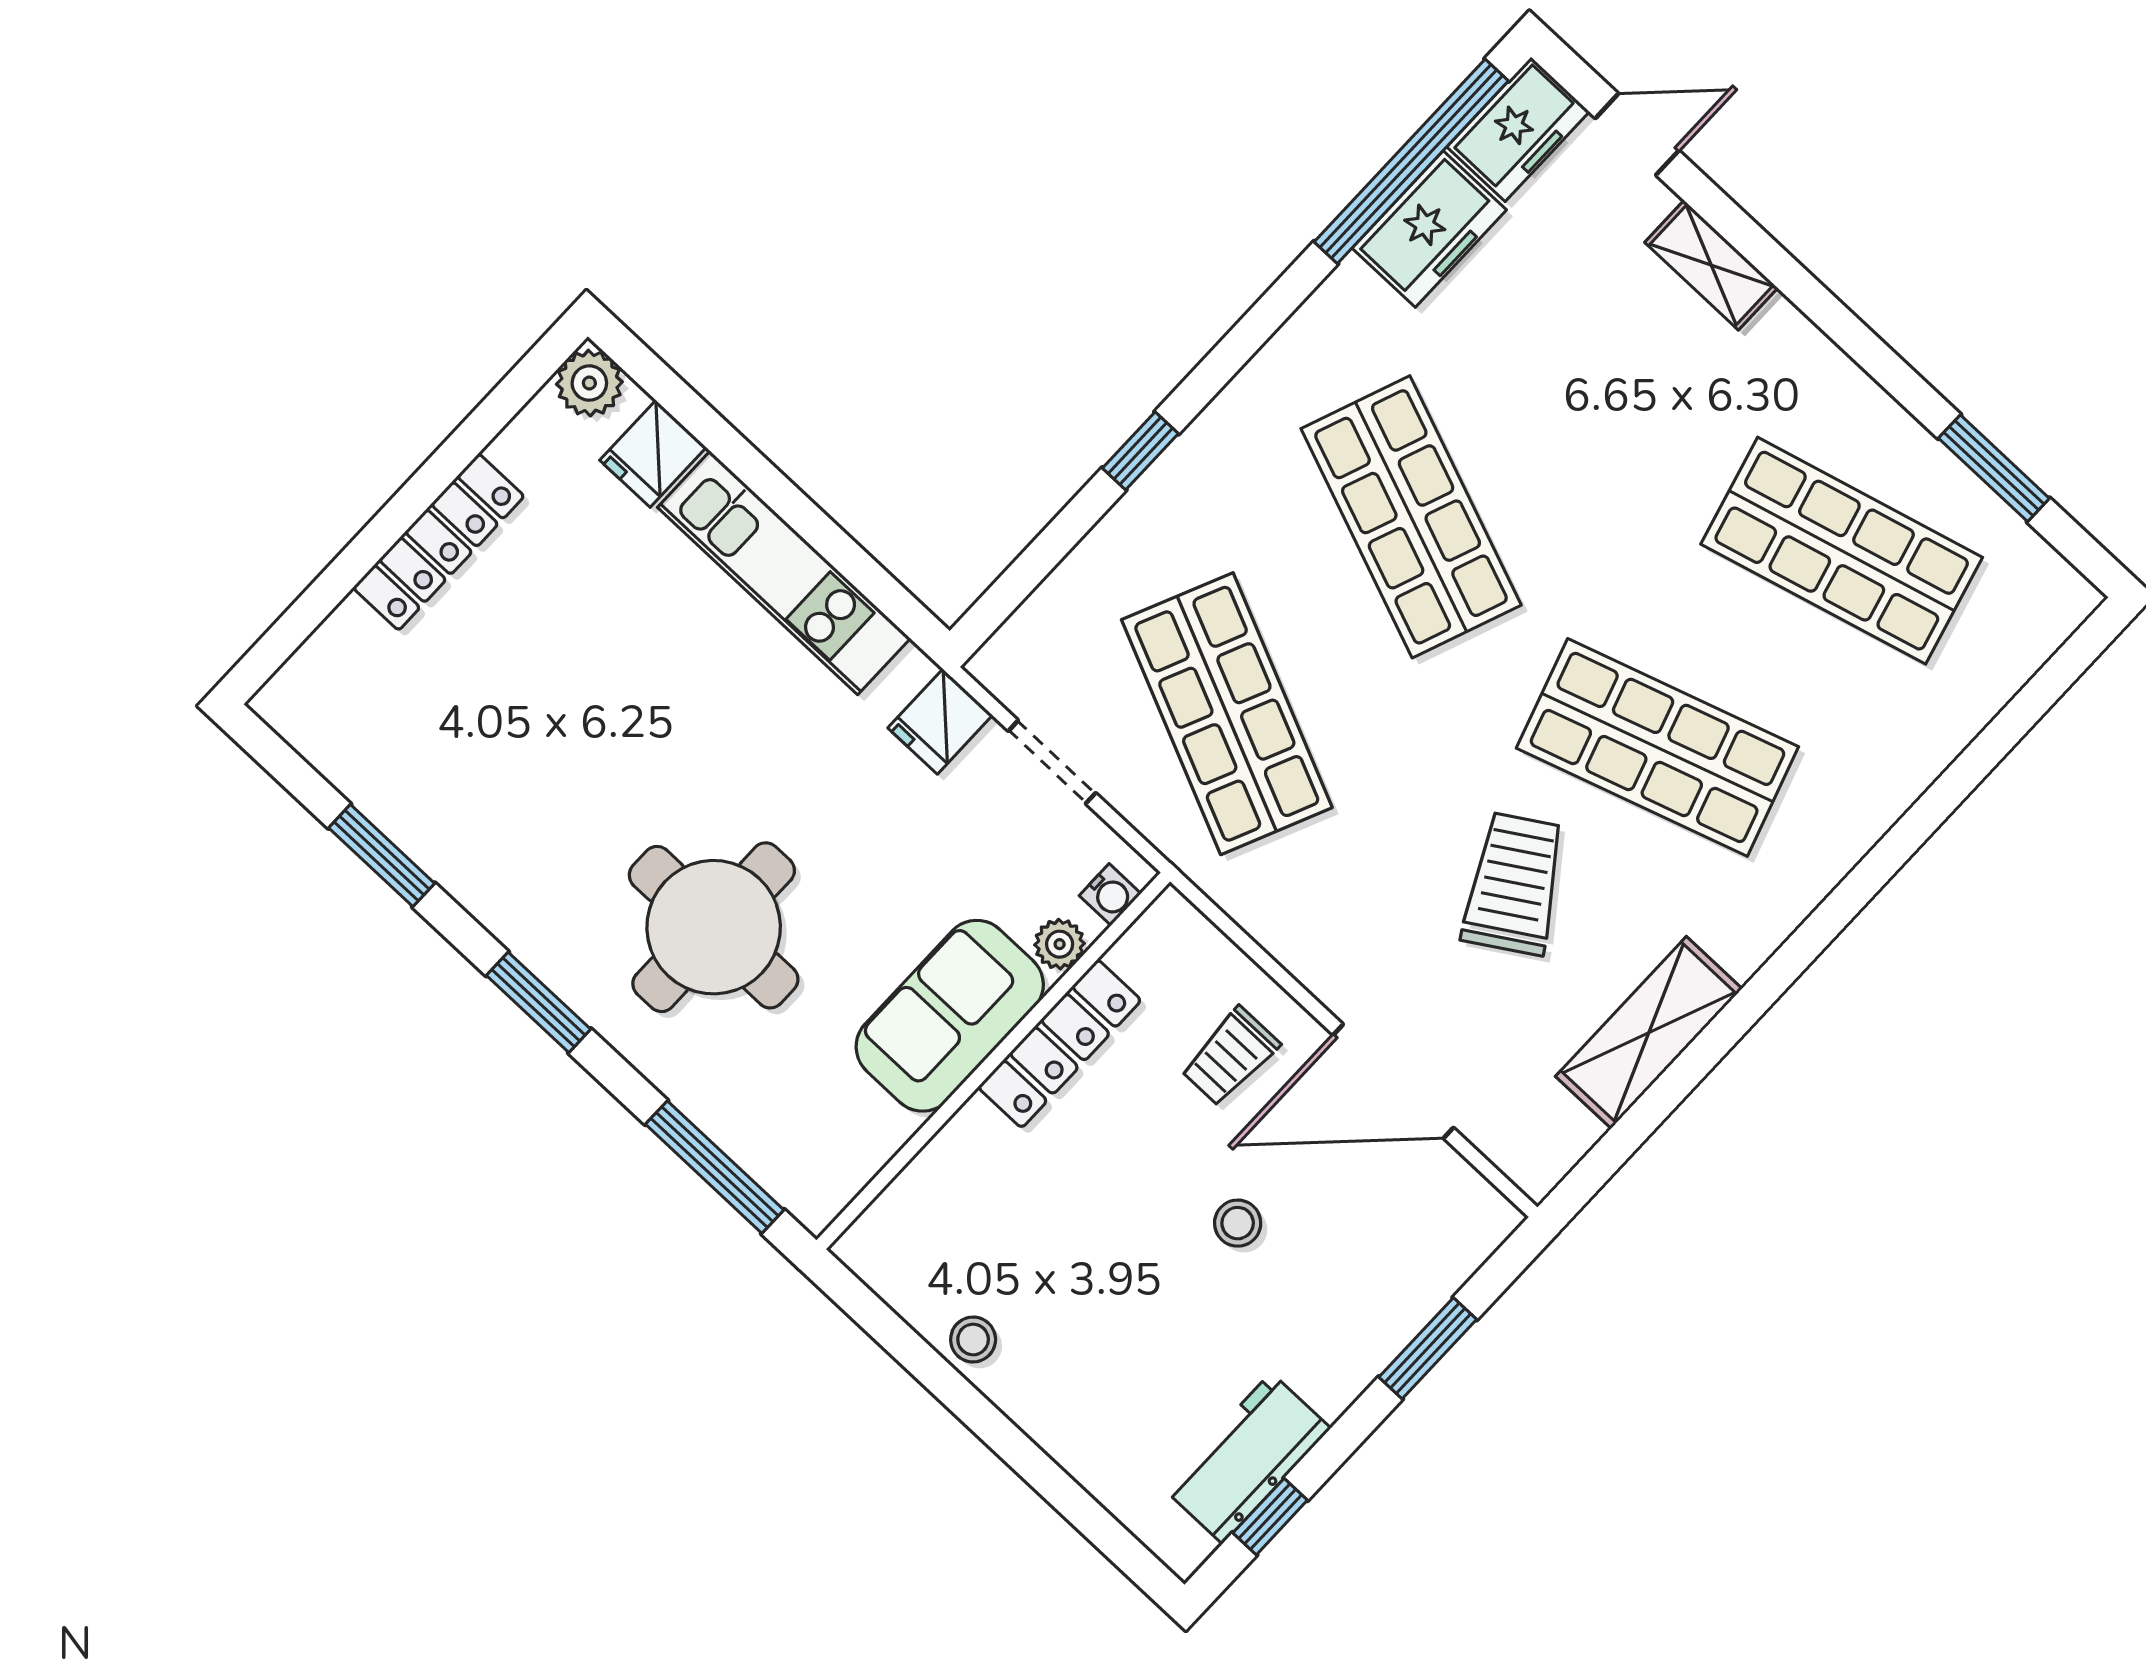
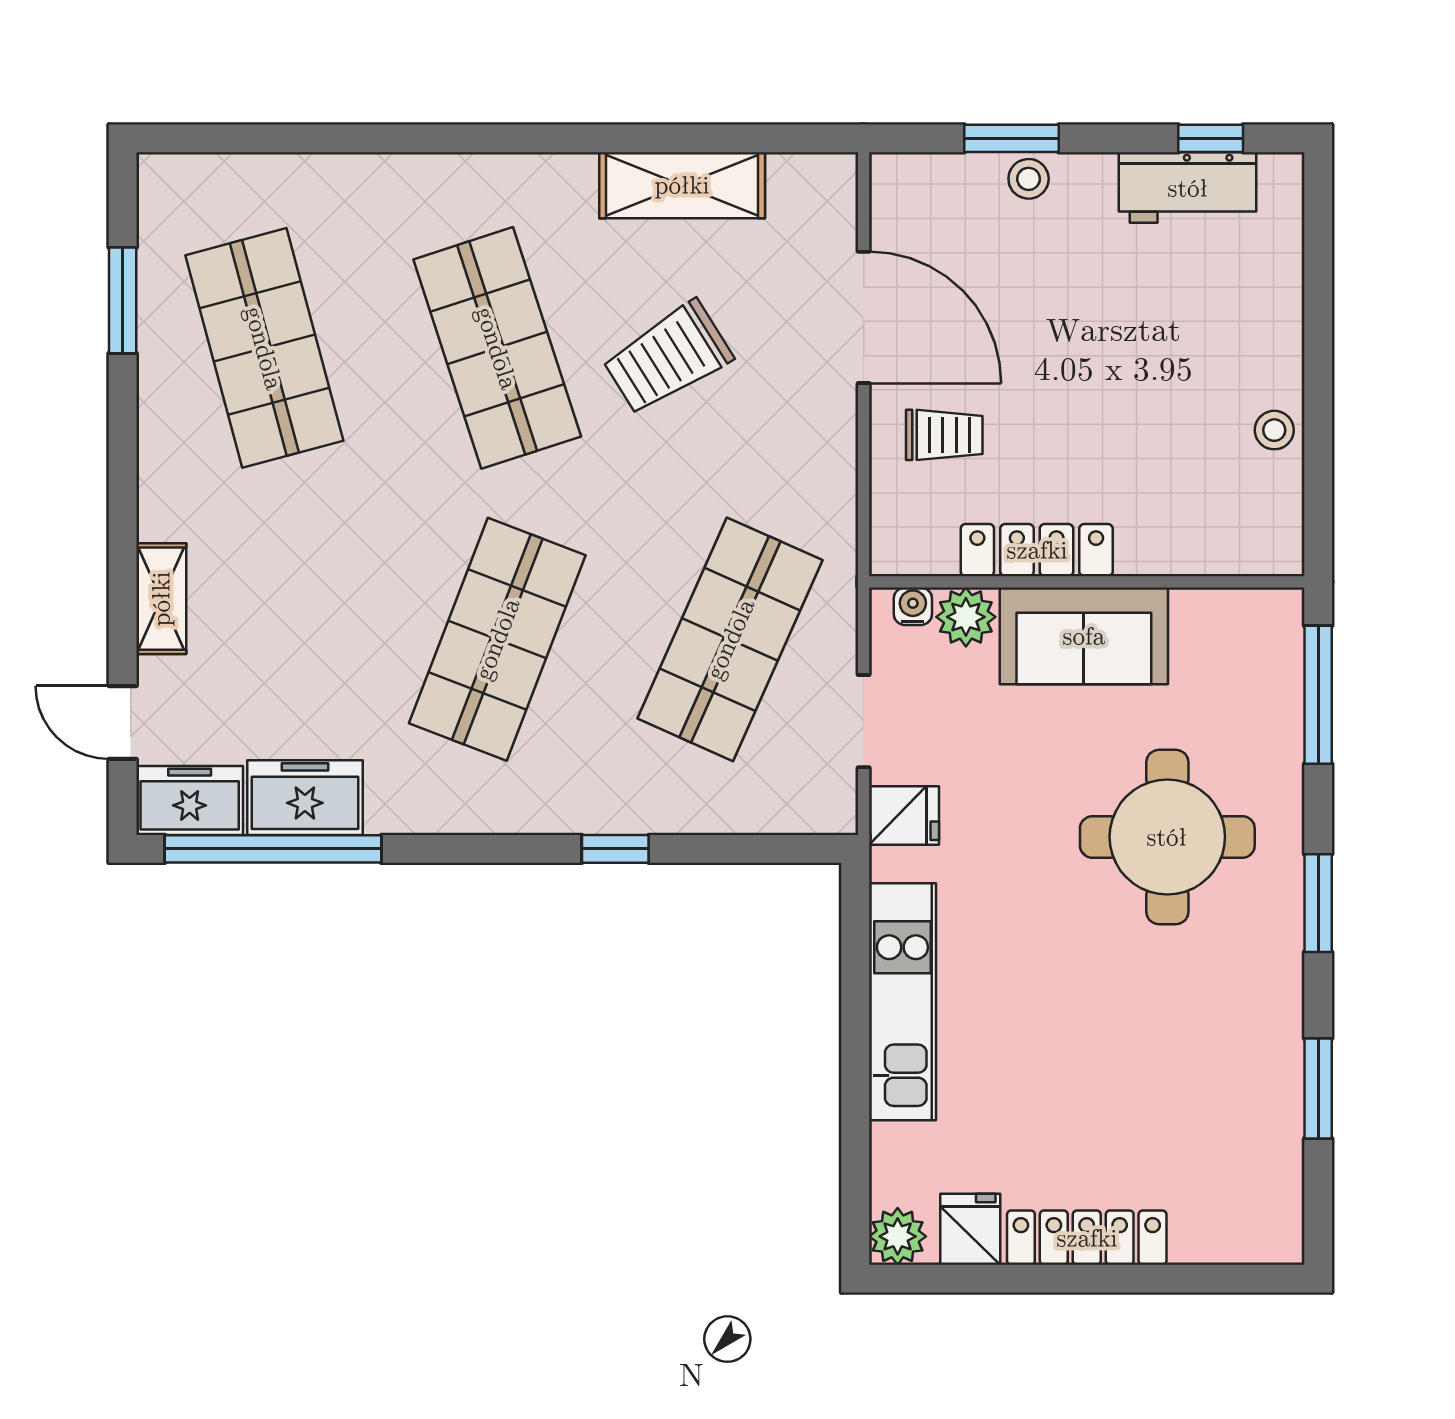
fridge: (653, 454) -> (970, 1229), moved, turned -90
plant: (1060, 944) -> (966, 617), width x1.38, depth x1.38
stool: (1238, 1223) -> (1029, 179), moved

